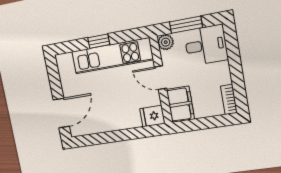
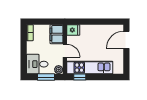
window: (99, 41) -> (80, 77), moved

